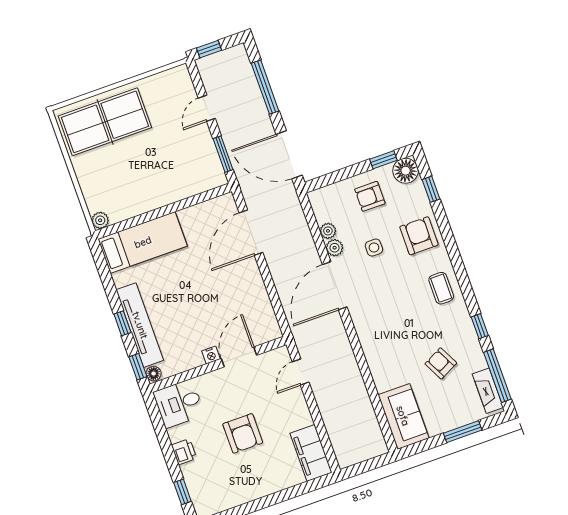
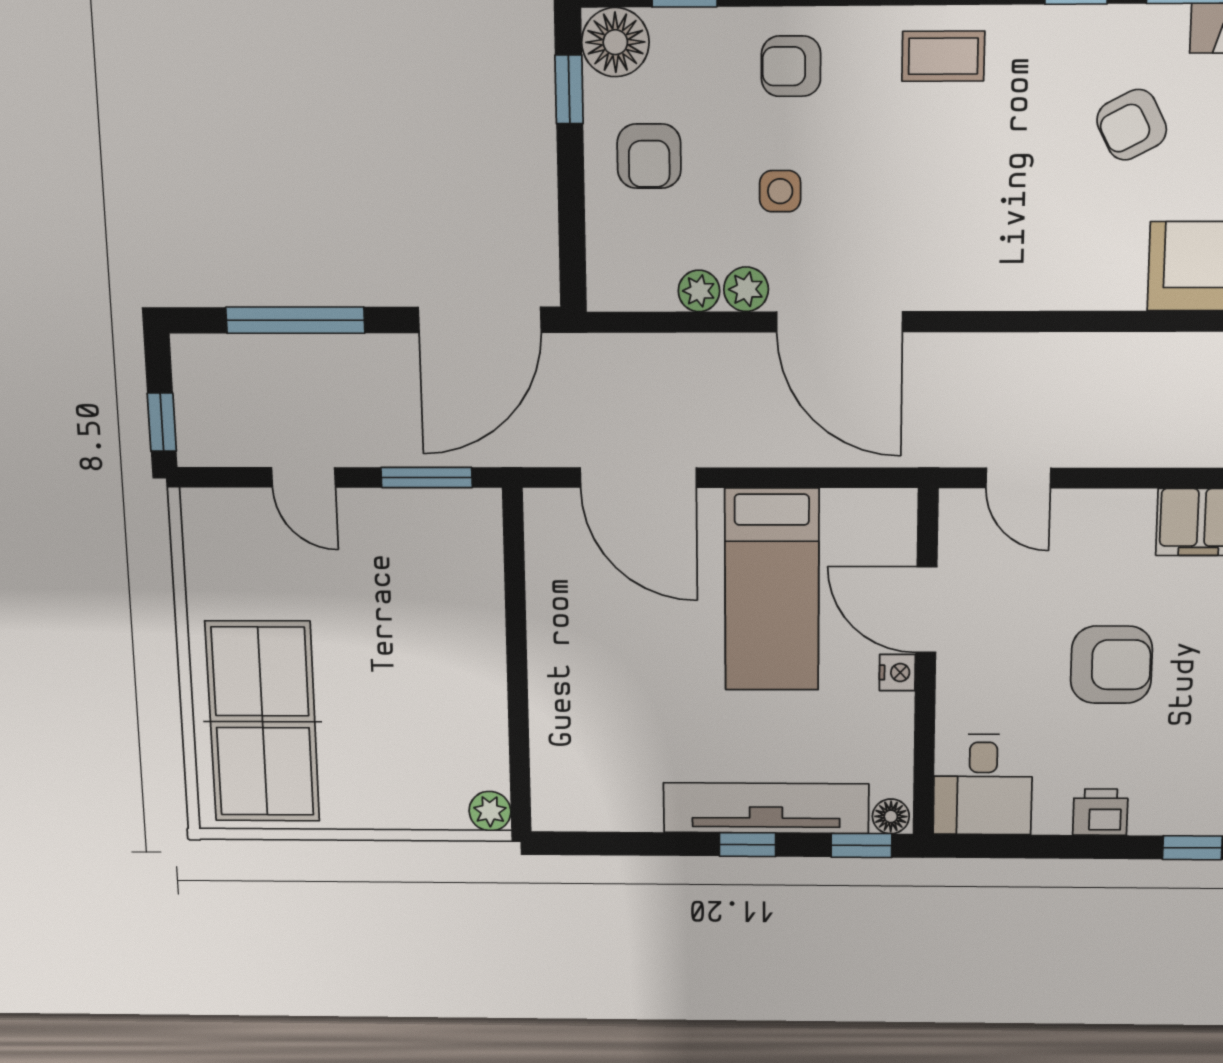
armchair: (419, 236) -> (791, 66), width x0.72, depth x0.72
bed: (143, 242) -> (772, 590), moved, turned 180

